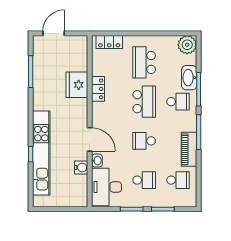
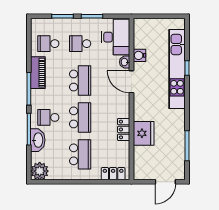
school desk: (144, 102) -> (80, 117), turned 180
school desk: (144, 141) -> (80, 81), width x1.85

